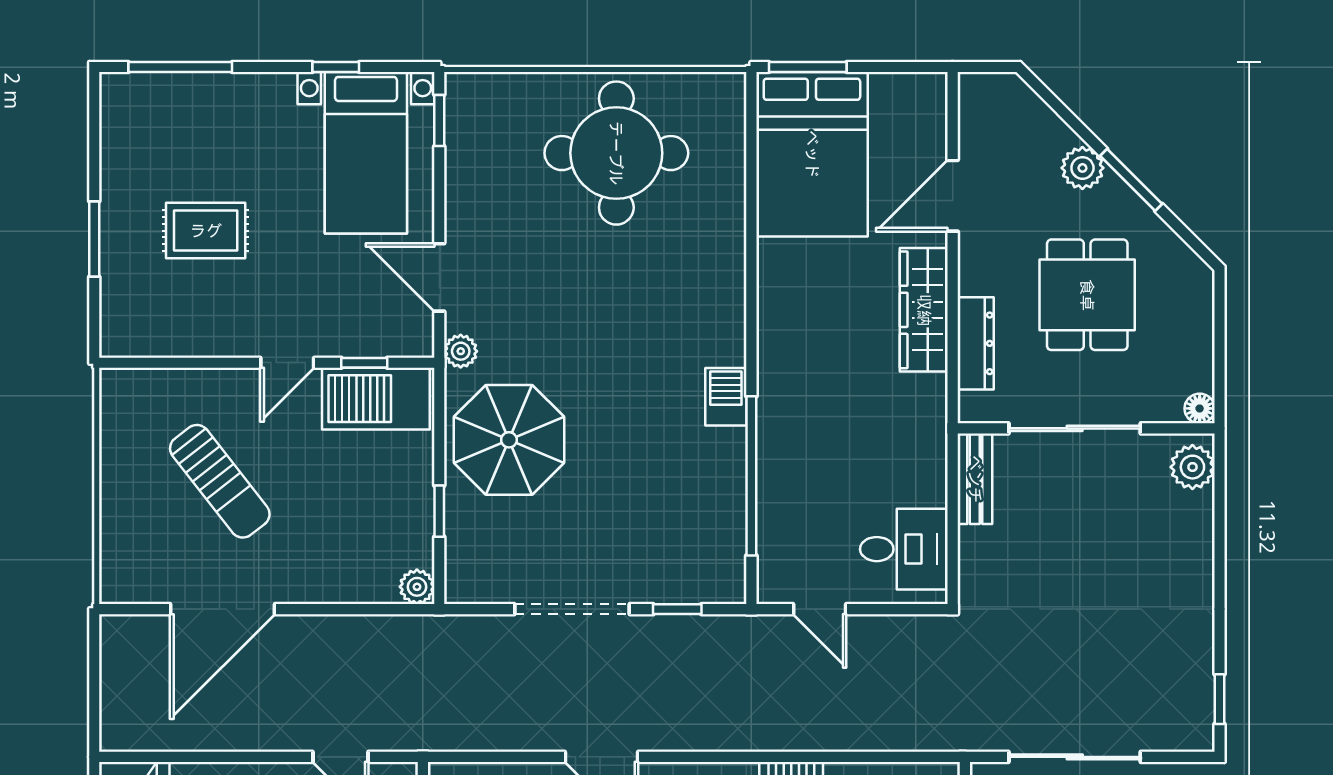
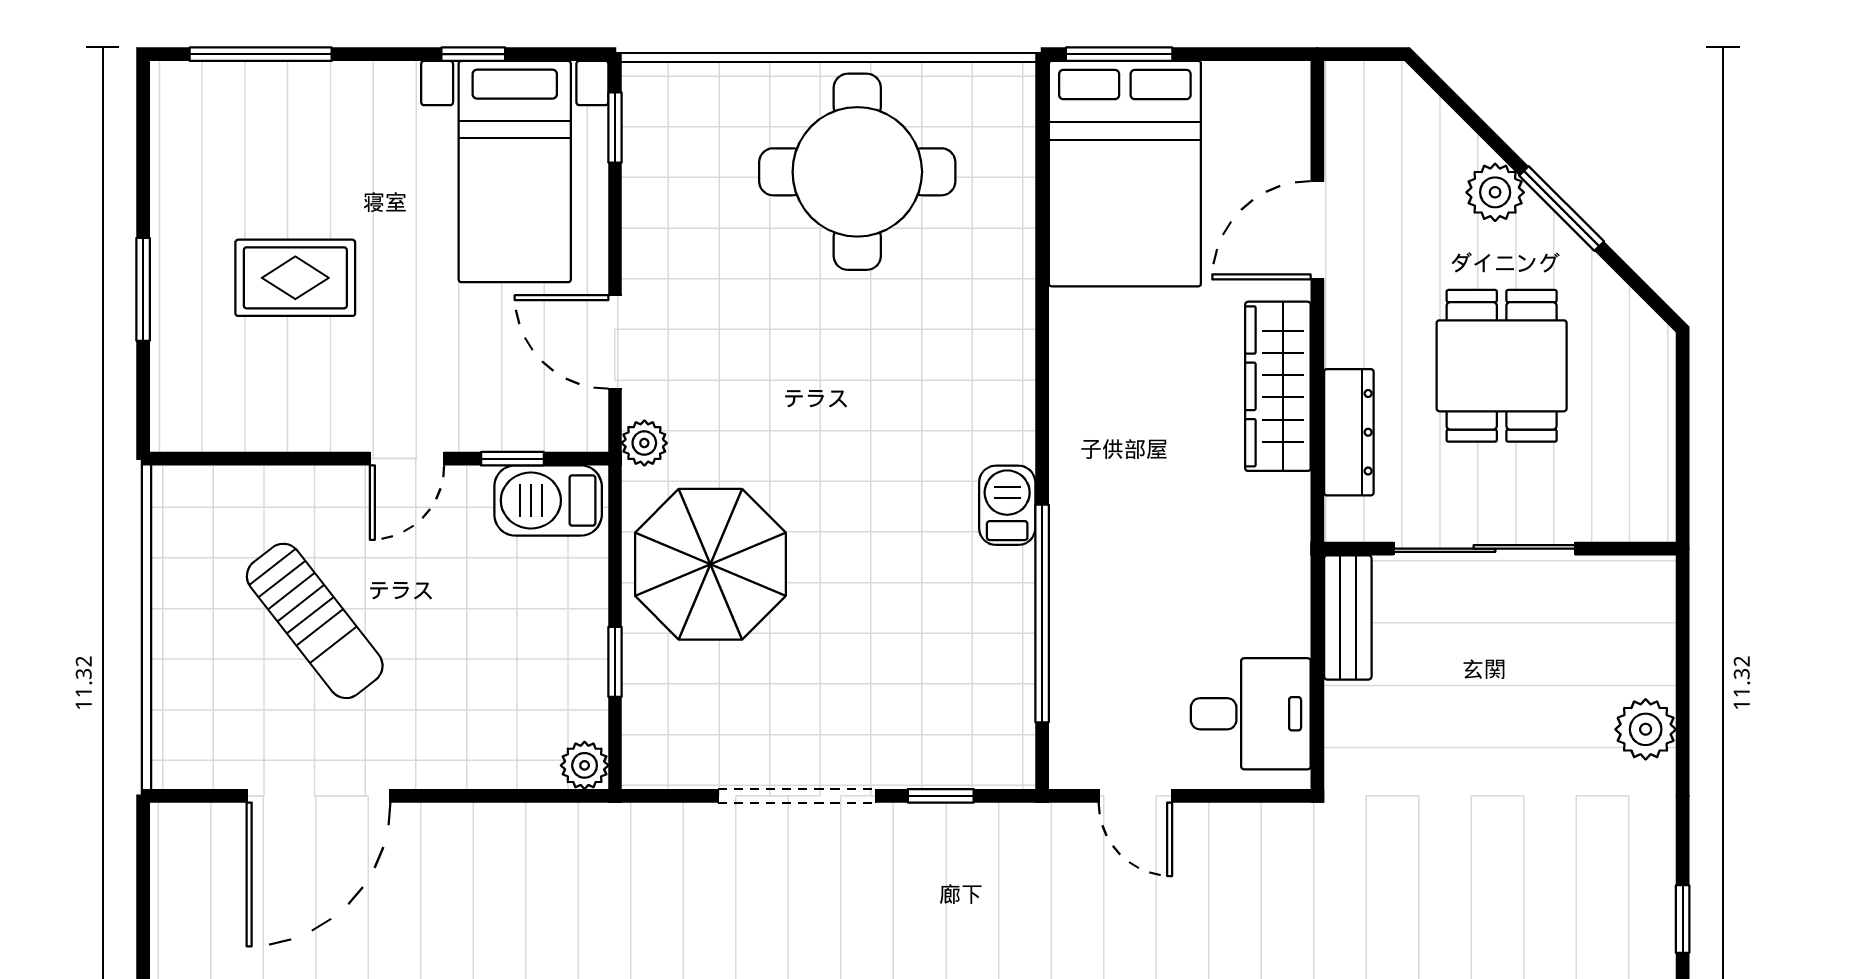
barbecue: (376, 399) -> (548, 501), width x0.73, depth x0.83
floor lamp: (1200, 408) -> (1655, 521), removed
plant: (1192, 467) -> (1646, 729), moved

